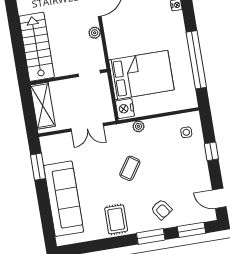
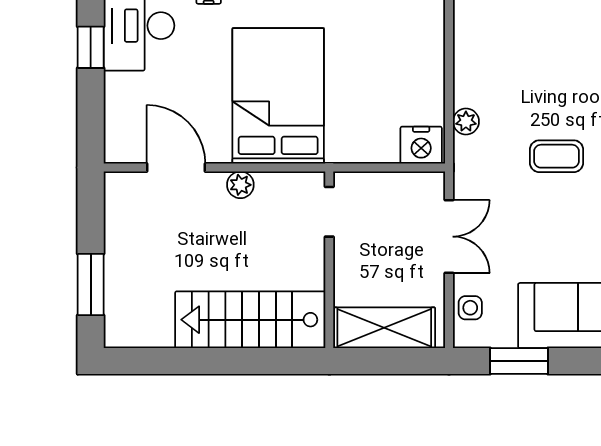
bed: (141, 75) -> (278, 96), moved
side table: (186, 132) -> (470, 308), moved
coffee table: (130, 168) -> (557, 156), turned -34

